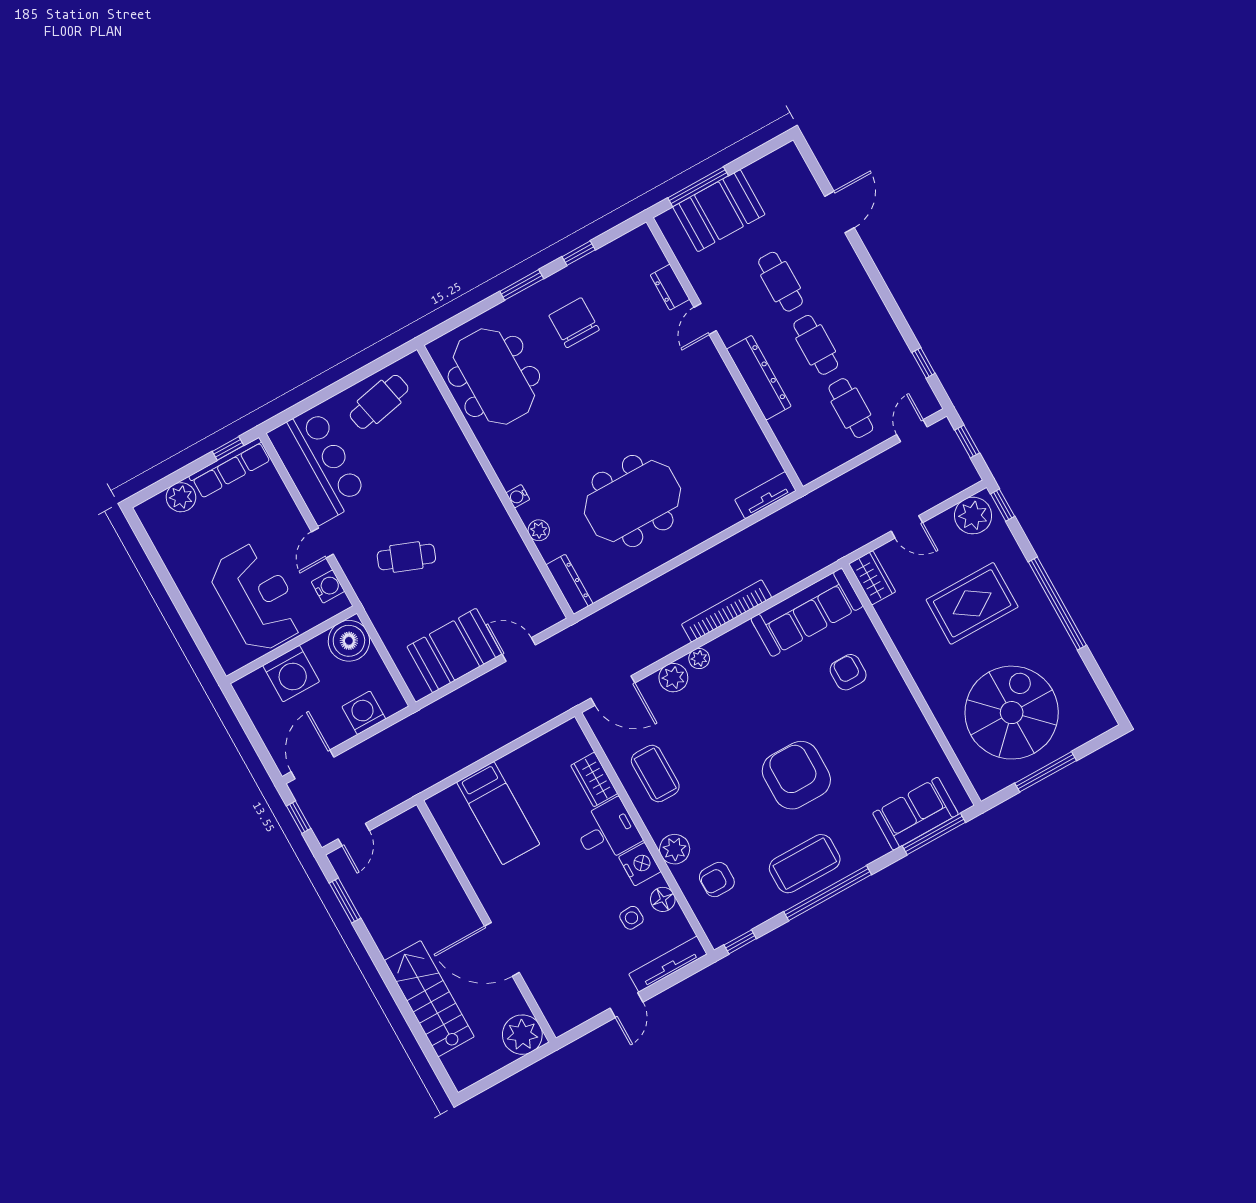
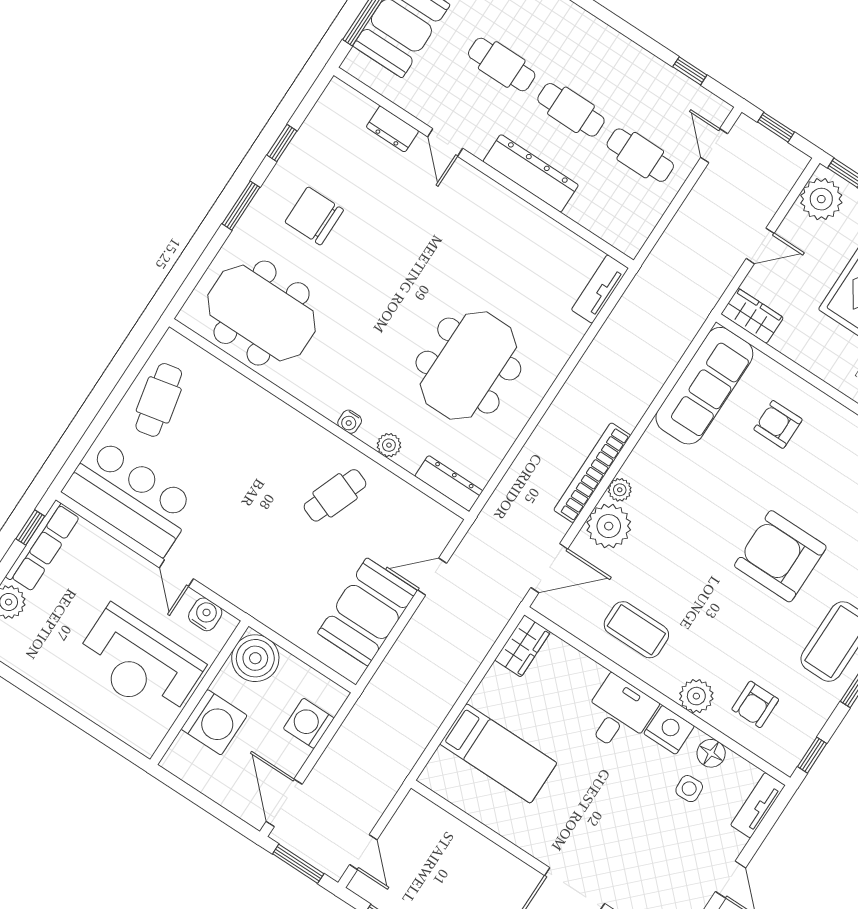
cafe table: (406, 557) -> (335, 495), moved
reception desk: (257, 598) -> (139, 663), turned 180
bookcase: (727, 611) -> (592, 473), moved
plant: (673, 678) -> (609, 526), width x1.36, depth x1.36
wardrobe: (594, 779) -> (523, 646), moved, turned -90
window: (299, 817) -> (298, 864), width x1.50
tv unit: (668, 964) -> (758, 805), width x0.71

